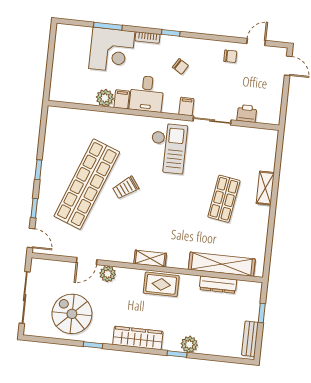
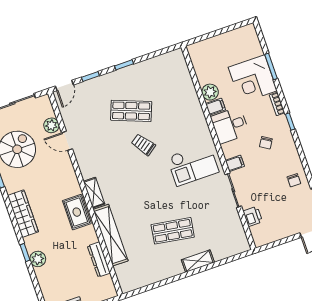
shop shelf: (87, 184) -> (131, 111), width x0.50, depth x0.74
shelving: (222, 264) -> (111, 235), moved
plant: (108, 274) -> (51, 125), moved

